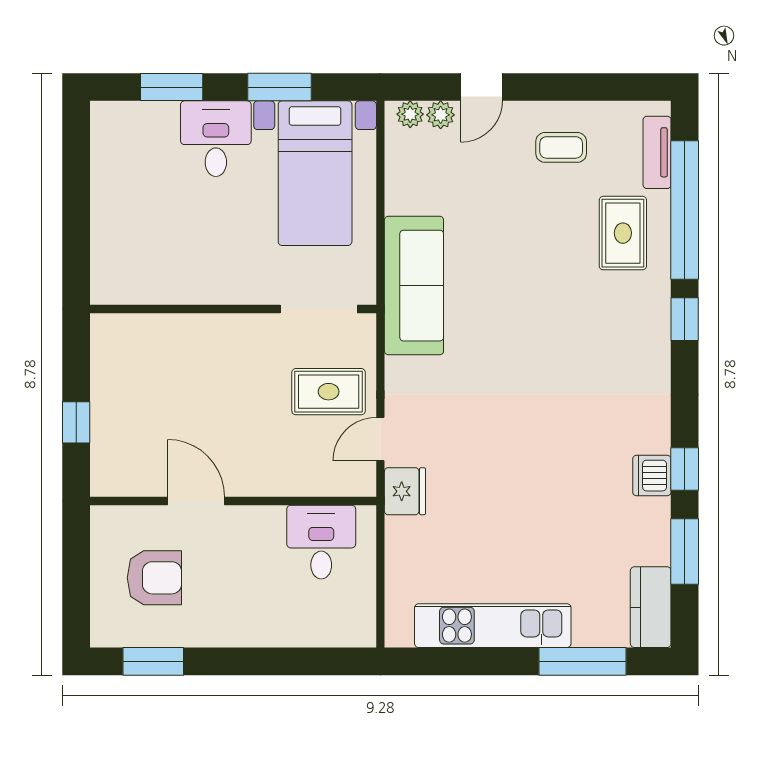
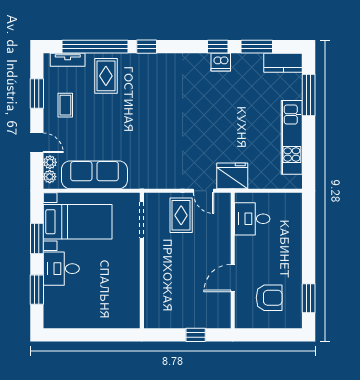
window: (586, 87) -> (37, 93), added
rug: (623, 233) -> (106, 76), turned 90
sofa: (414, 286) -> (94, 175), moved
fridge: (405, 491) -> (232, 176), width x1.36, depth x1.34
armchair: (154, 578) -> (269, 298), turned 90

